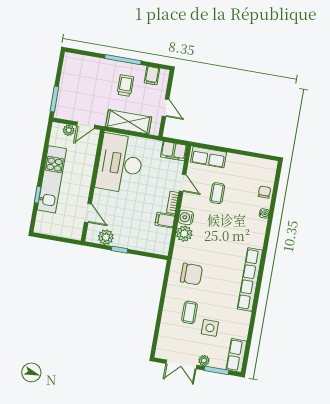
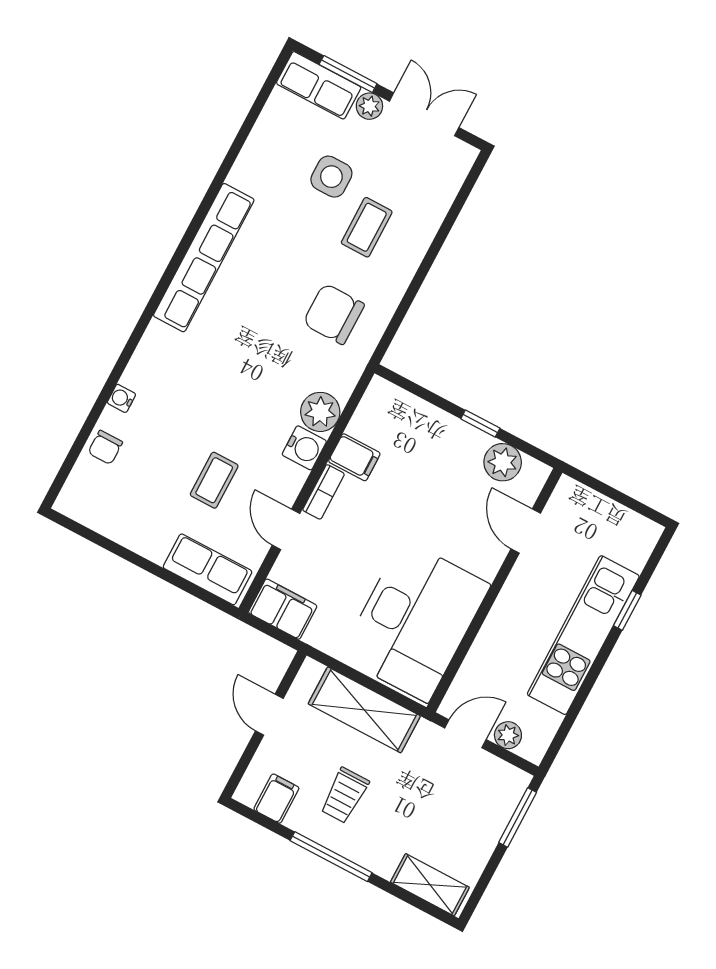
shelving: (80, 61) -> (430, 885), added
row of seats: (236, 355) -> (319, 85), moved, turned 90

